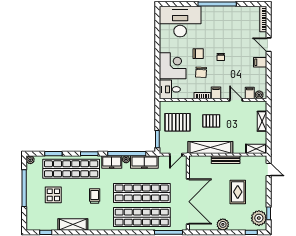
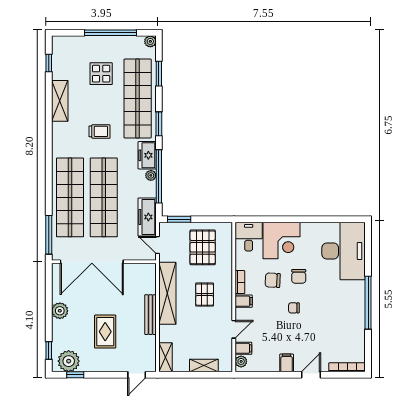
freezer: (144, 162) -> (147, 217), moved
rug: (238, 192) -> (105, 332), turned 90

